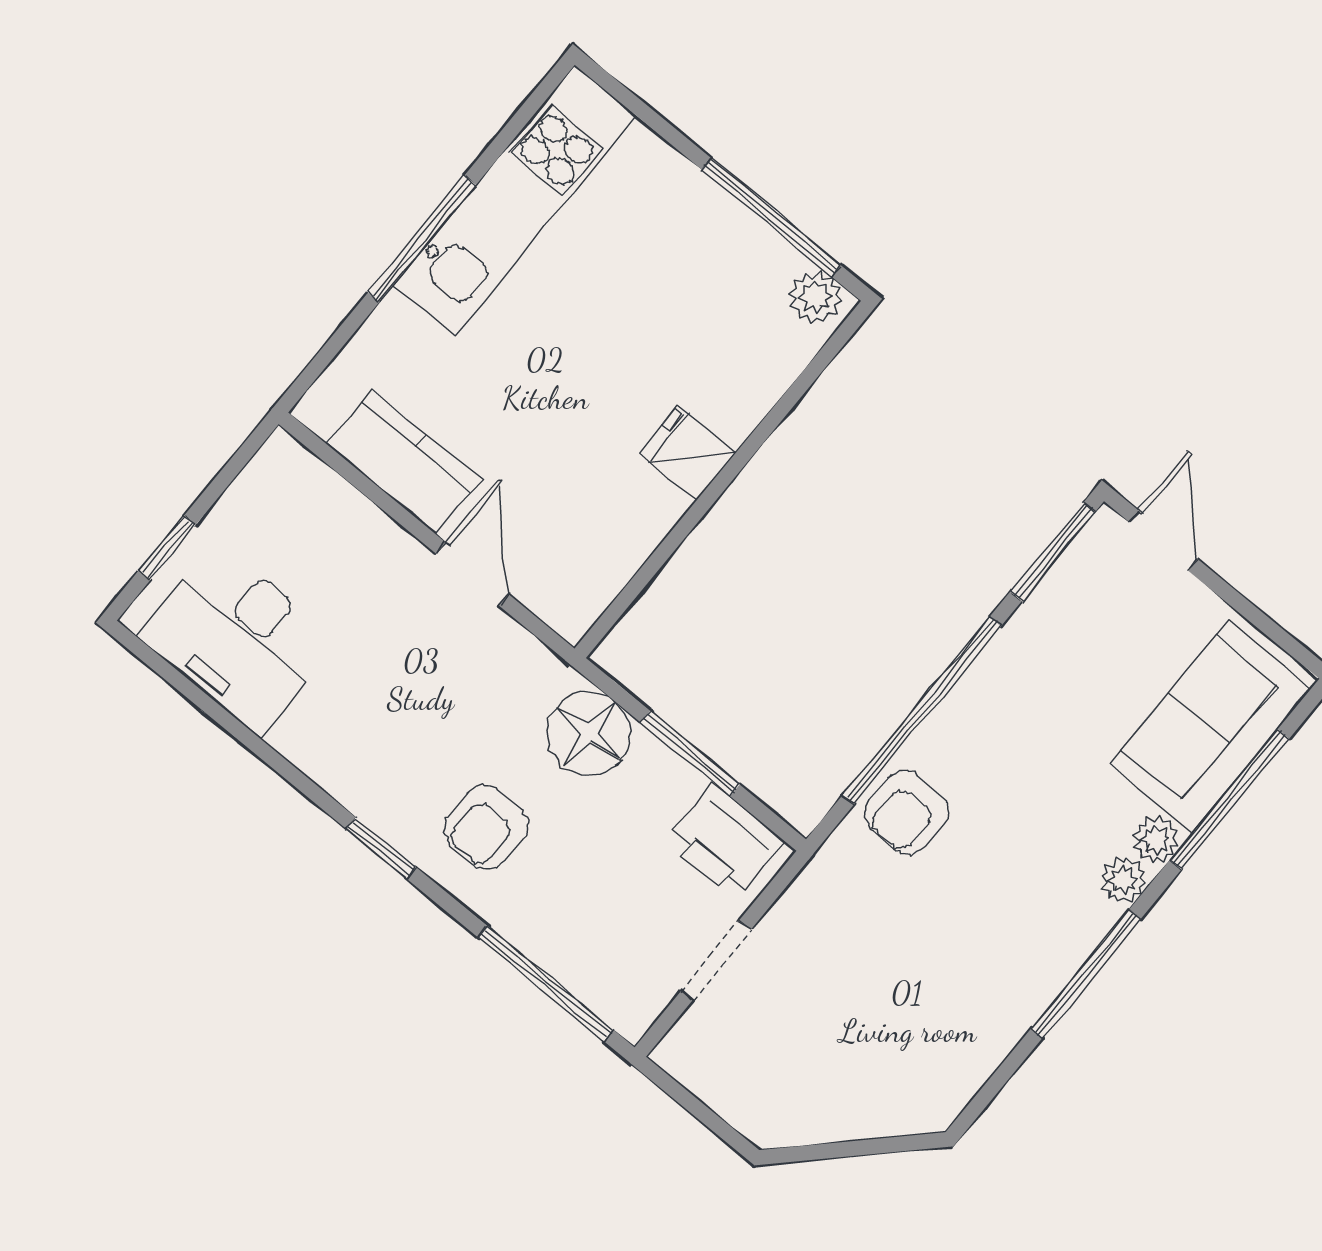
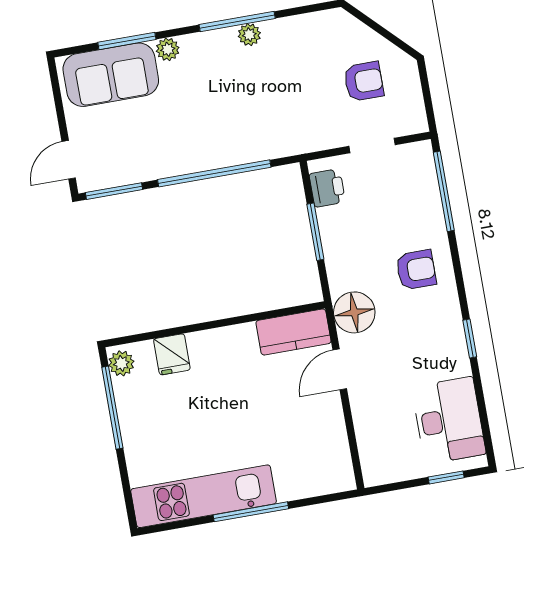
fridge: (687, 453) -> (172, 354), moved
kitchen counter: (404, 462) -> (293, 332), moved, turned -90
floor lamp: (589, 734) -> (354, 312), moved
window: (1230, 799) -> (127, 41), width x0.69
armchair: (907, 812) -> (364, 81), moved
printer: (725, 842) -> (327, 188), width x0.73, depth x0.81
window: (381, 848) -> (470, 339), moved
plant: (1124, 880) -> (249, 35), moved

